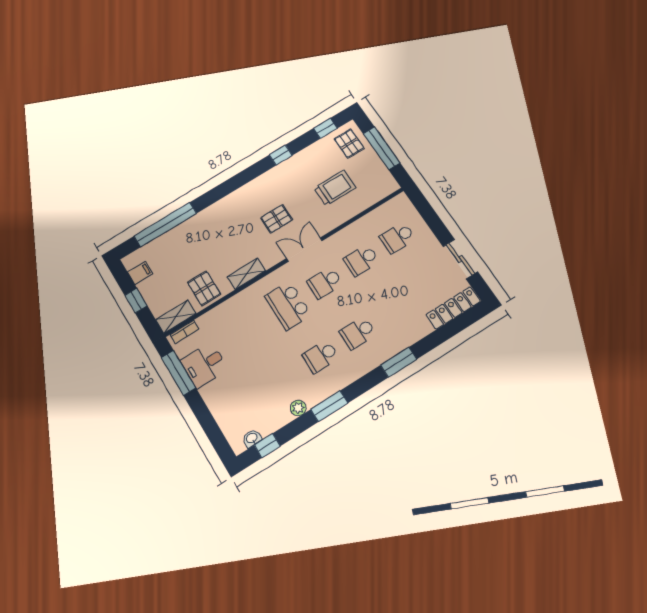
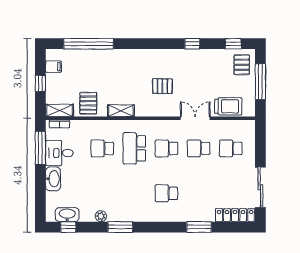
trolley: (335, 188) -> (228, 106), moved
double door: (304, 250) -> (195, 118), moved
sliding door: (460, 259) -> (260, 187), width x1.37
school desk: (321, 356) -> (102, 148), moved
window: (399, 362) -> (199, 227), moved
washbasin: (215, 399) -> (53, 179), added
washbasin: (252, 438) -> (67, 215), width x1.91, depth x1.45

